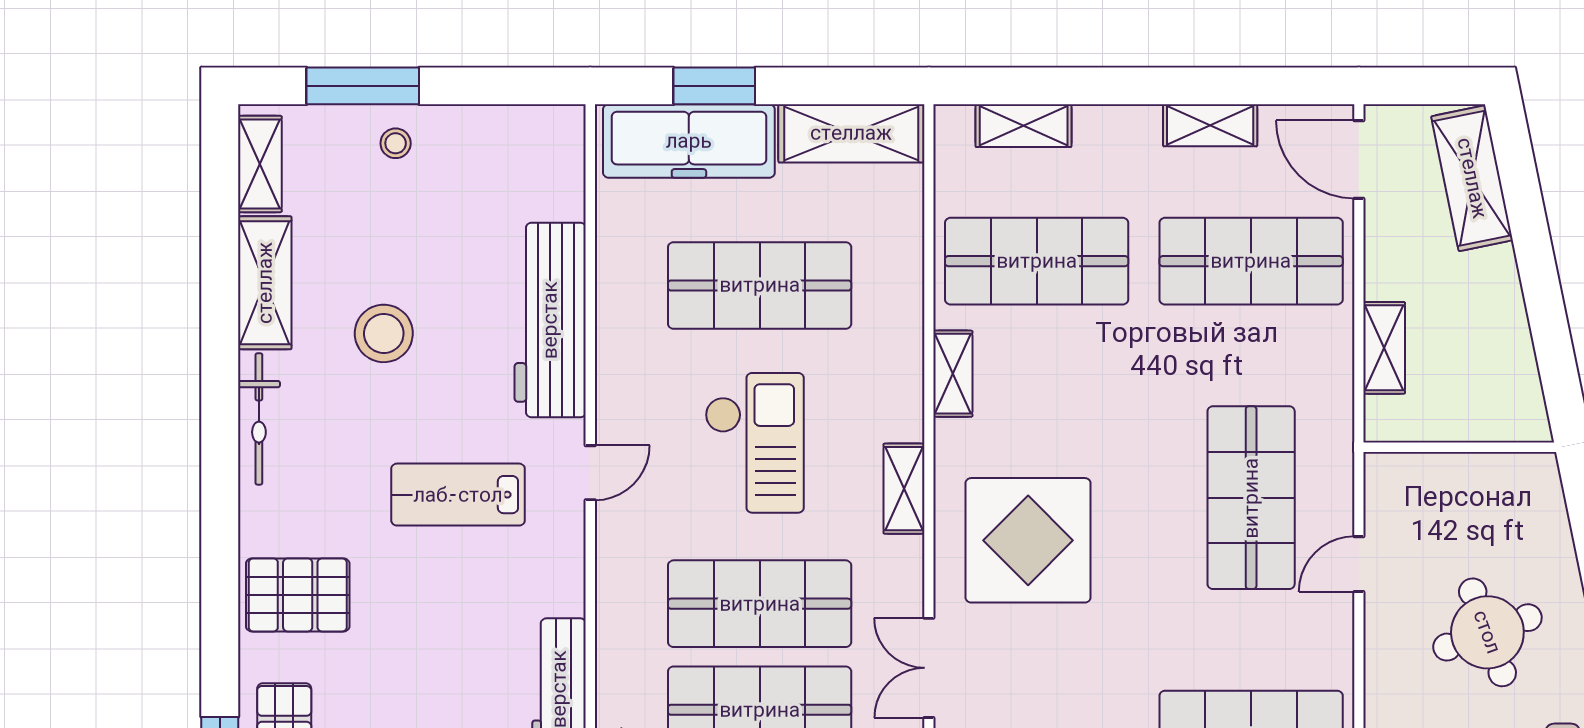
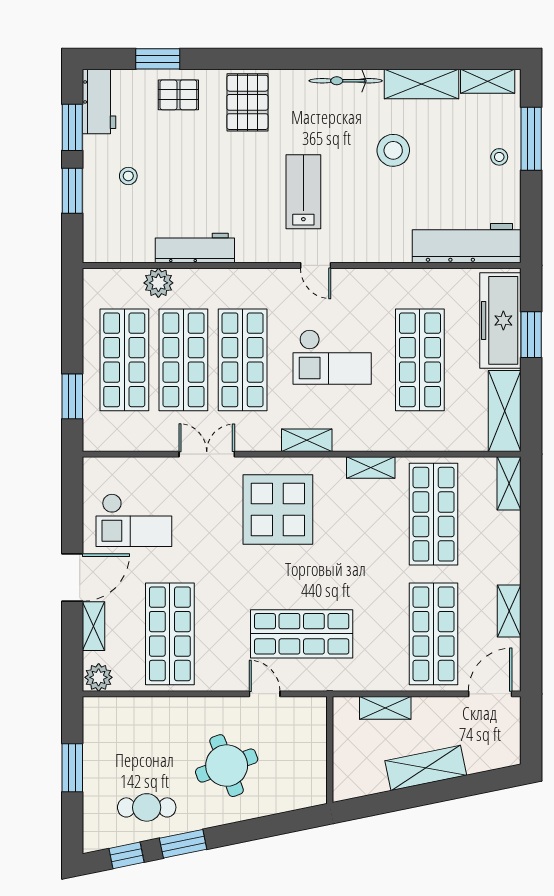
shelving: (1024, 126) -> (509, 483), moved
shelving: (1472, 178) -> (426, 768), moved
workbench: (550, 320) -> (467, 243), moved

